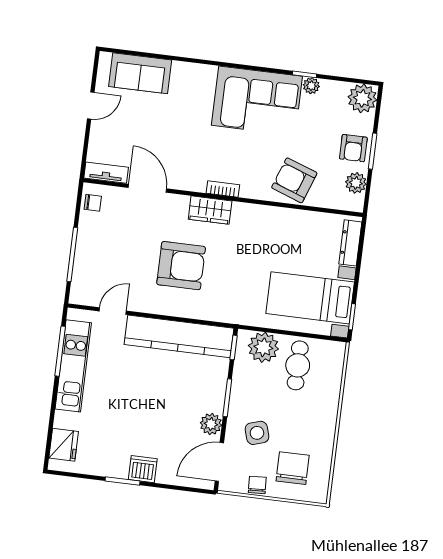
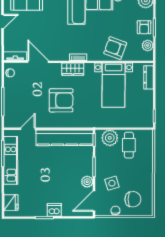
bed with nightstands: (310, 298) -> (114, 85), moved, turned -90
chair: (293, 468) -> (133, 199), turned 90

